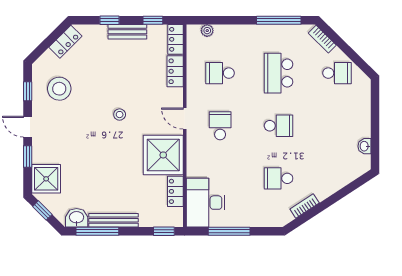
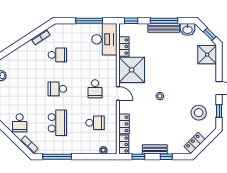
school desk: (337, 73) -> (20, 123), turned -90
window: (28, 156) -> (219, 69), removed
window: (97, 231) -> (164, 21), moved

